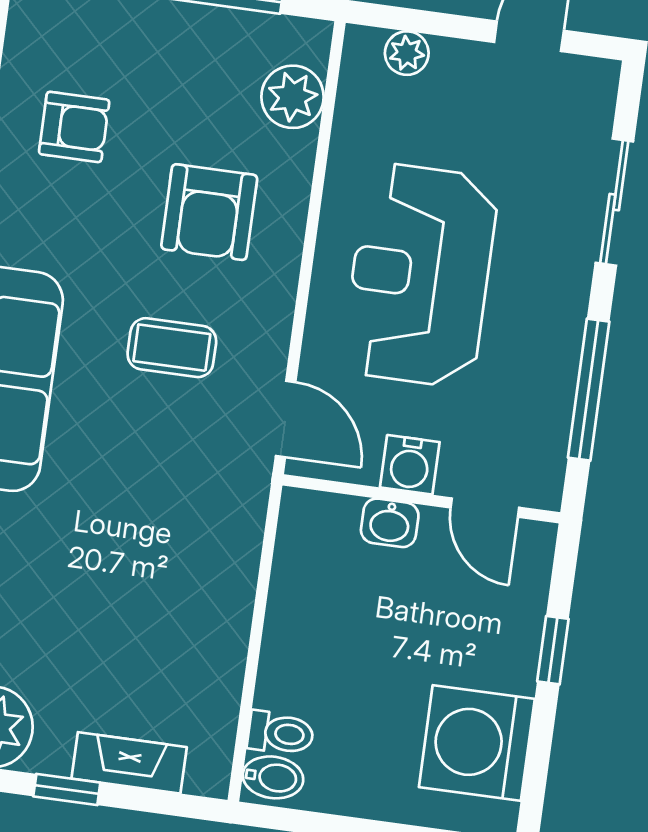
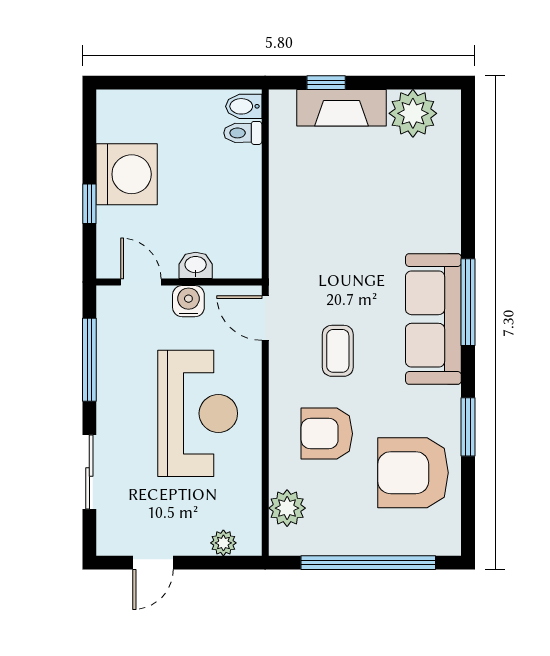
armchair: (74, 127) -> (413, 473), width x1.88, depth x1.88
armchair: (209, 212) -> (327, 434), turned -90
coffee table: (172, 348) -> (338, 351), turned 90
washing machine: (477, 743) -> (127, 174), moved
fireplace: (129, 763) -> (342, 108), width x1.37, depth x1.32
window: (67, 789) -> (326, 83), moved

